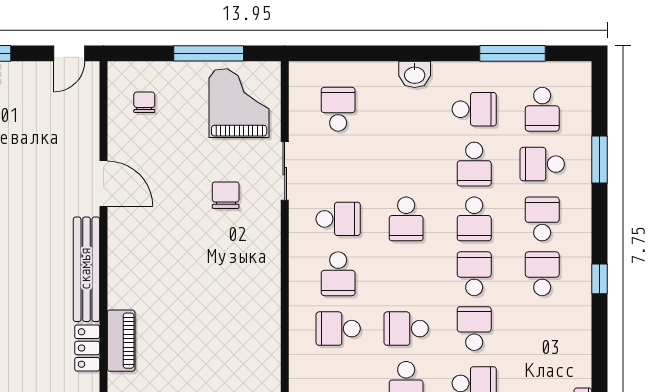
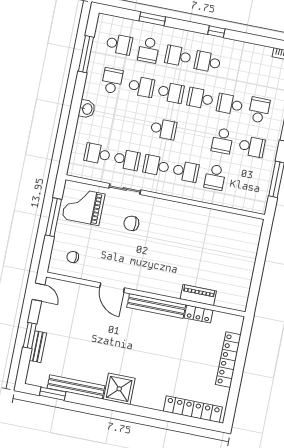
school desk: (338, 164) -> (127, 160), added
door: (103, 184) -> (112, 288), swing flipped
school desk: (338, 219) -> (156, 165), turned -90

